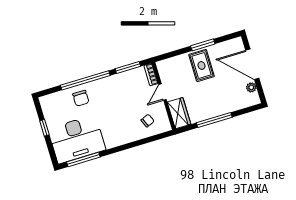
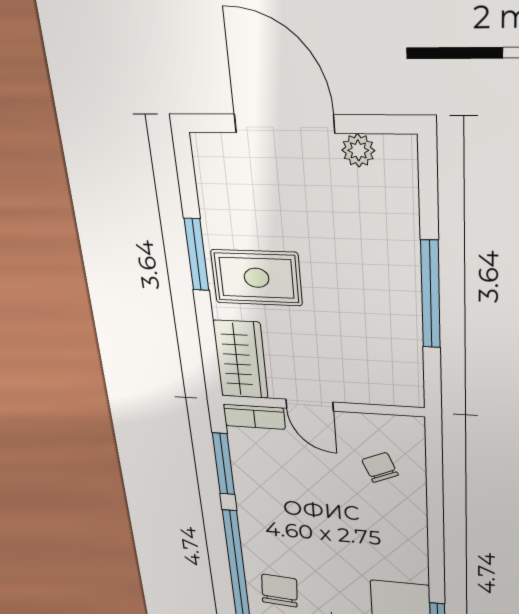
door: (252, 64) -> (284, 124), swing flipped
chair: (81, 98) -> (279, 591), turned -86
wardrobe: (179, 113) -> (241, 360), moved, turned 90

